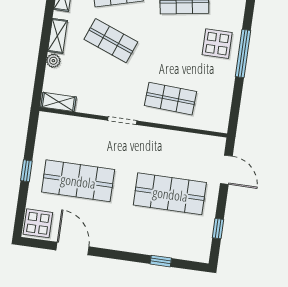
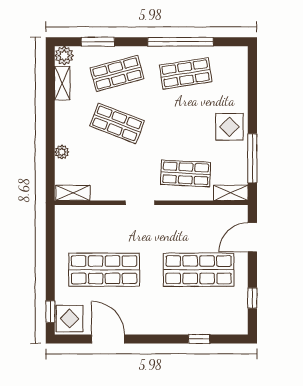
shelving: (57, 36) -> (231, 193), moved, turned 90
display table: (217, 44) -> (229, 127), moved
window: (243, 53) -> (252, 158), moved
door: (226, 170) -> (252, 237), swing flipped
window: (26, 171) -> (50, 312), moved

